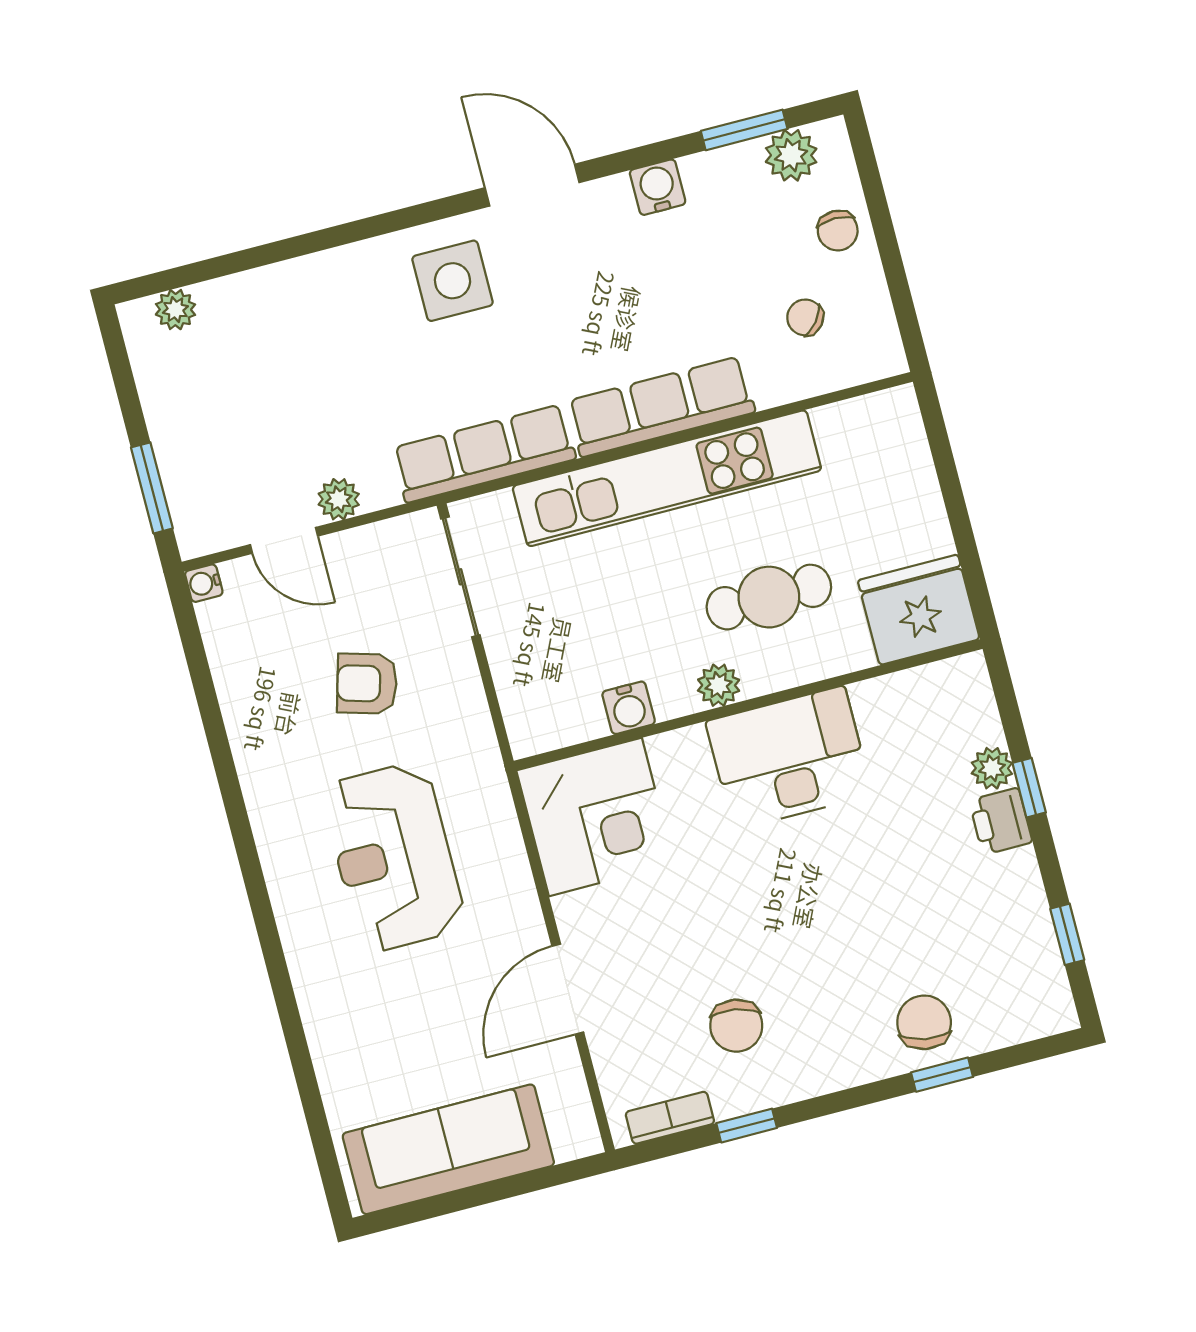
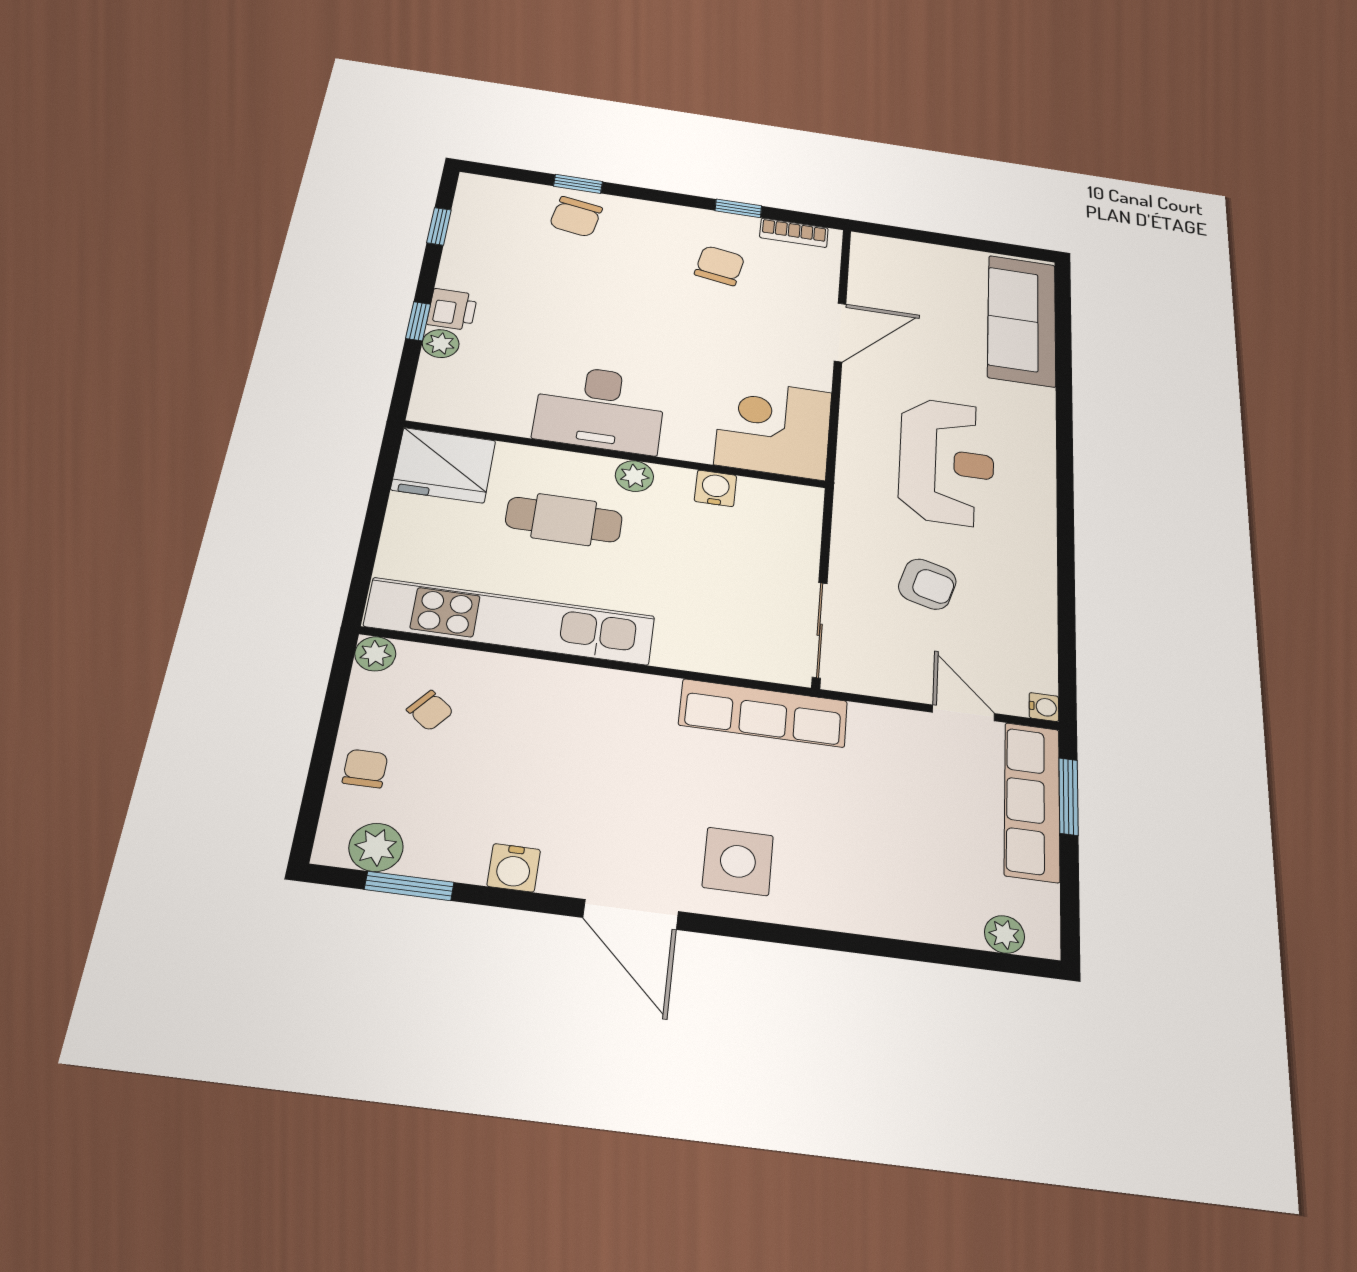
row of seats: (661, 407) -> (1032, 801), moved, turned 90
kitchen unit: (667, 478) -> (510, 621), moved
plant: (339, 499) -> (375, 654), moved
sofa: (448, 1149) -> (1022, 320), moved, turned 90

